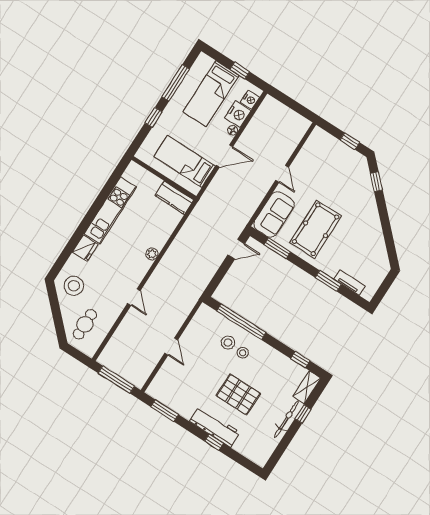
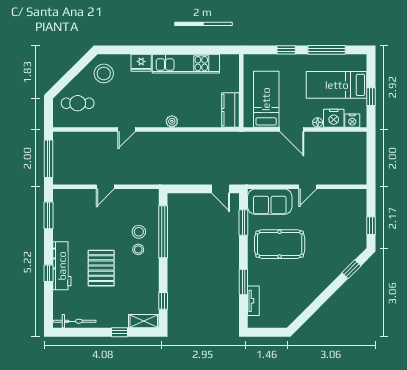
bicycle: (286, 419) -> (75, 321), moved

